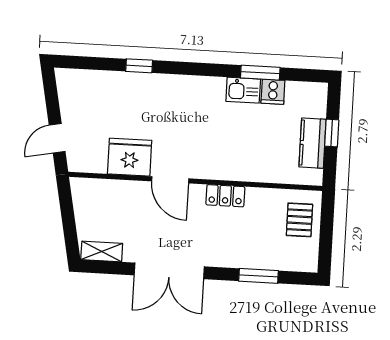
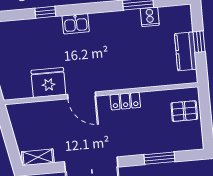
kitchen sink: (243, 90) -> (76, 24), moved
pallet: (299, 220) -> (184, 111), turned 90

